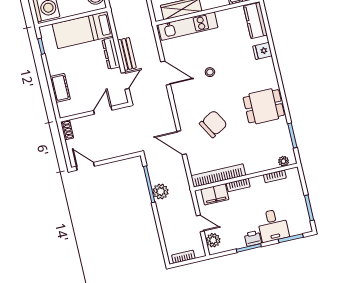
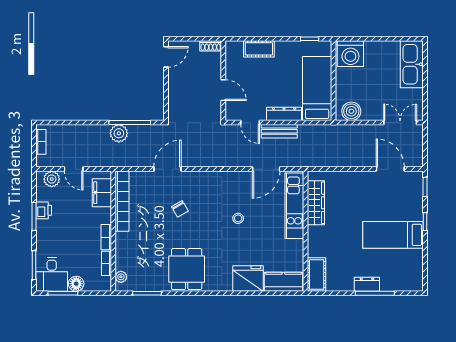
fridge: (262, 51) -> (248, 279), width x1.88, depth x1.34
door: (166, 73) -> (266, 169), moved
chair: (213, 124) -> (180, 209), width x0.54, depth x0.54
bookcase: (238, 185) -> (106, 237), moved
floor lamp: (298, 198) -> (76, 284), added
door: (200, 223) -> (74, 169), hinge flipped
desk: (273, 225) -> (52, 274), moved, turned -90
printer: (253, 238) -> (44, 210), moved

